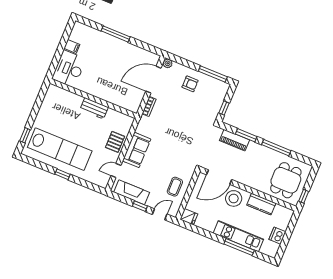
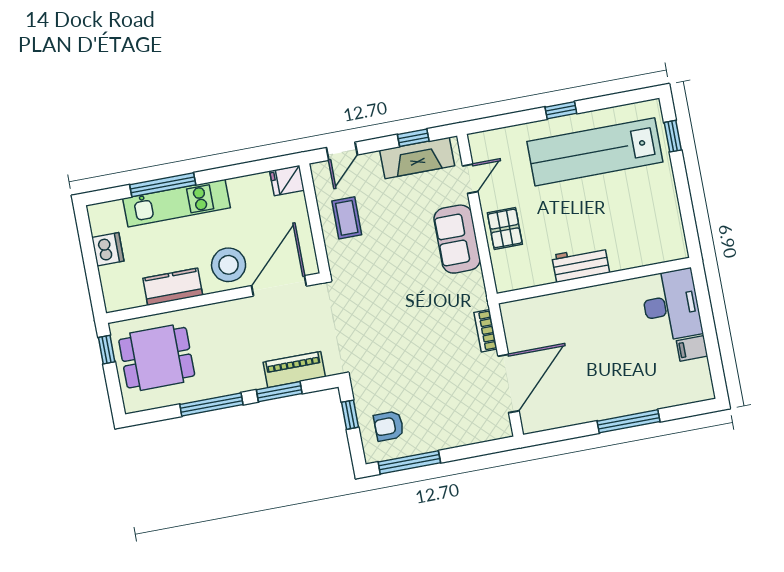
plant: (168, 63) -> (502, 429), removed
armchair: (190, 84) -> (389, 426), moved
dining table: (286, 180) -> (157, 358), turned 90
window: (140, 206) -> (413, 138), moved

